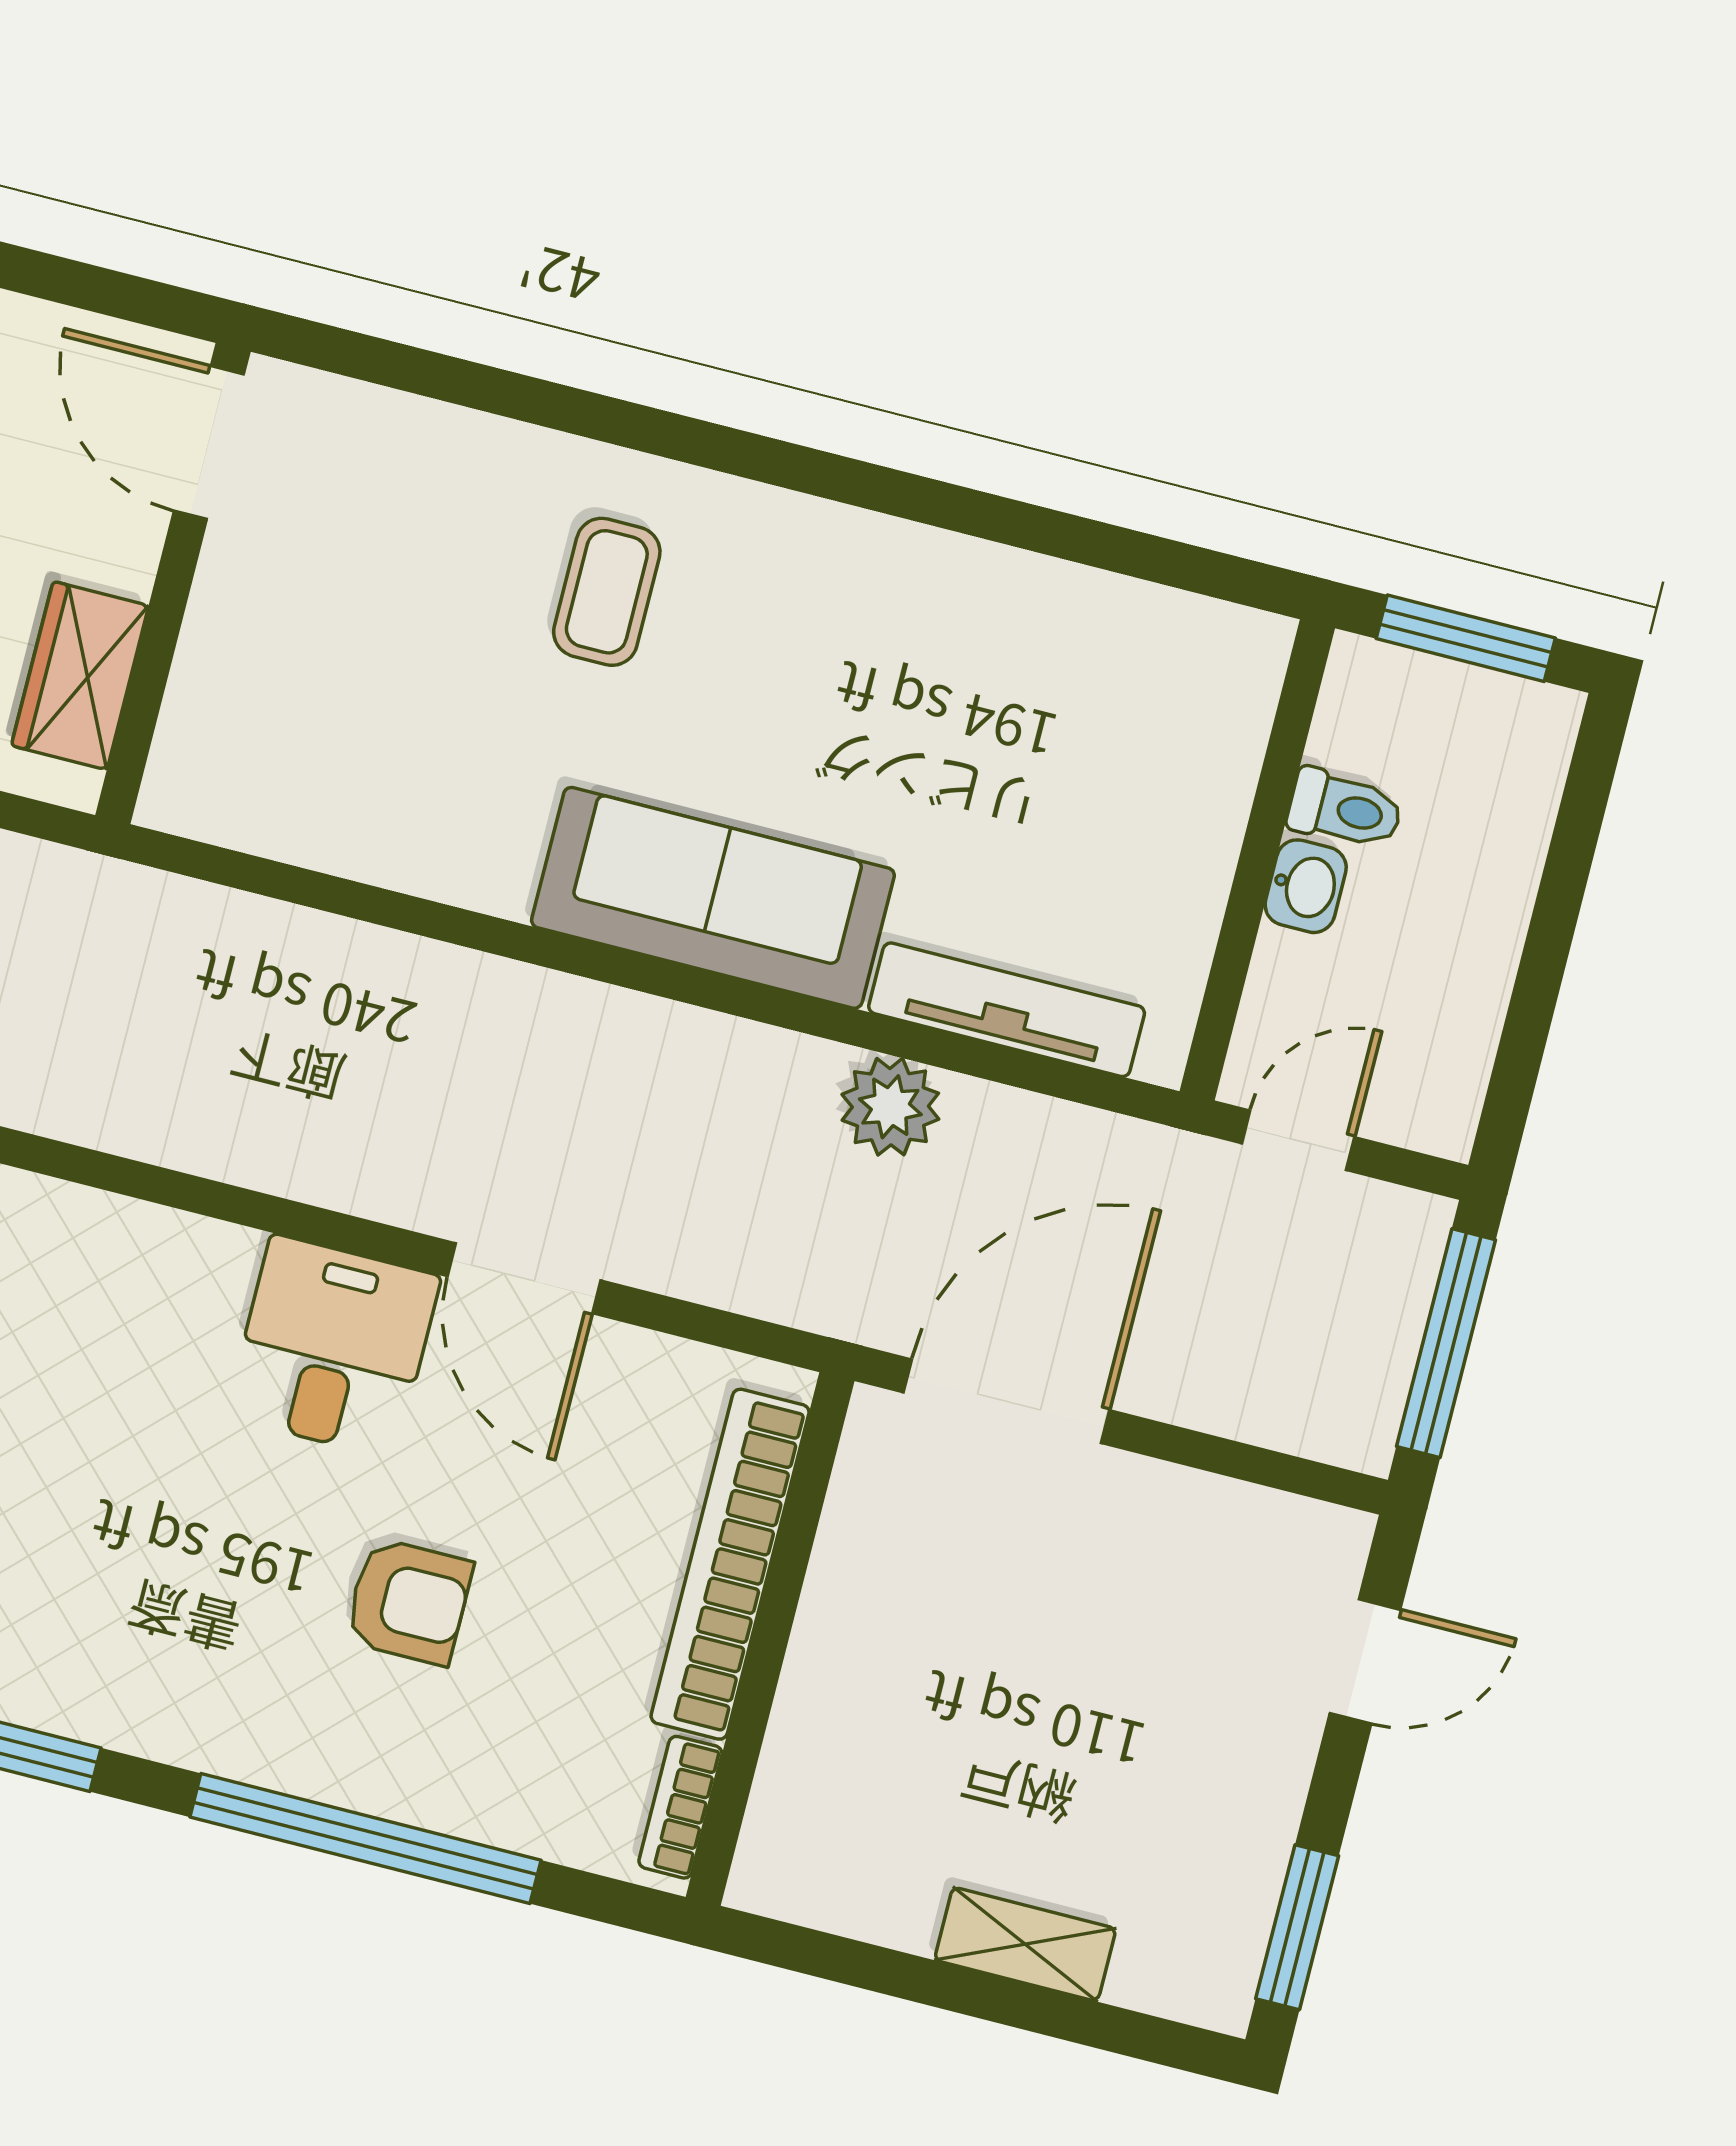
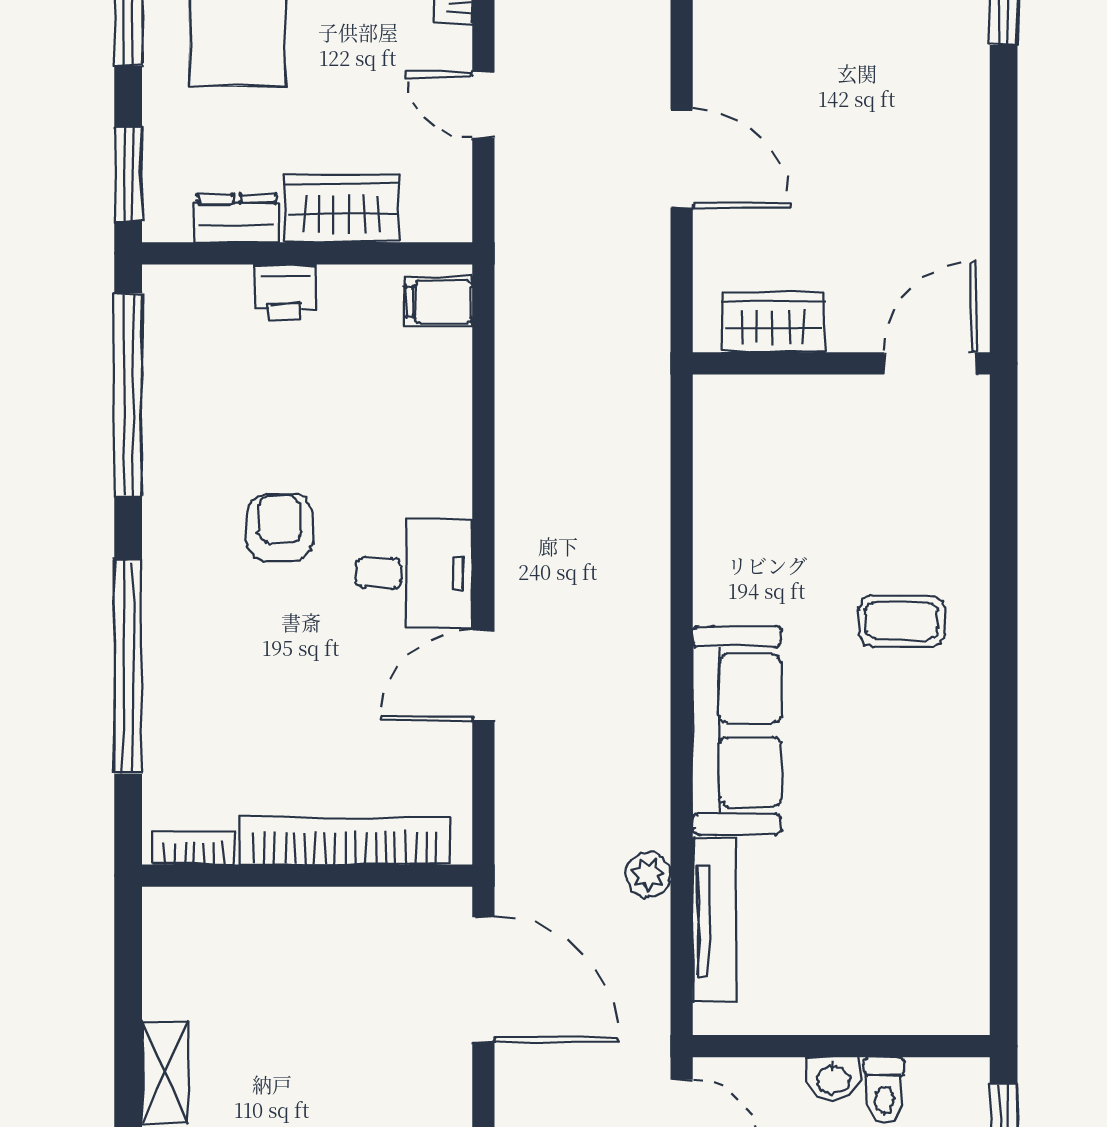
plant: (890, 1107) -> (648, 875), width x0.73, depth x0.73
armchair: (409, 1601) -> (280, 527), moved, turned 180

